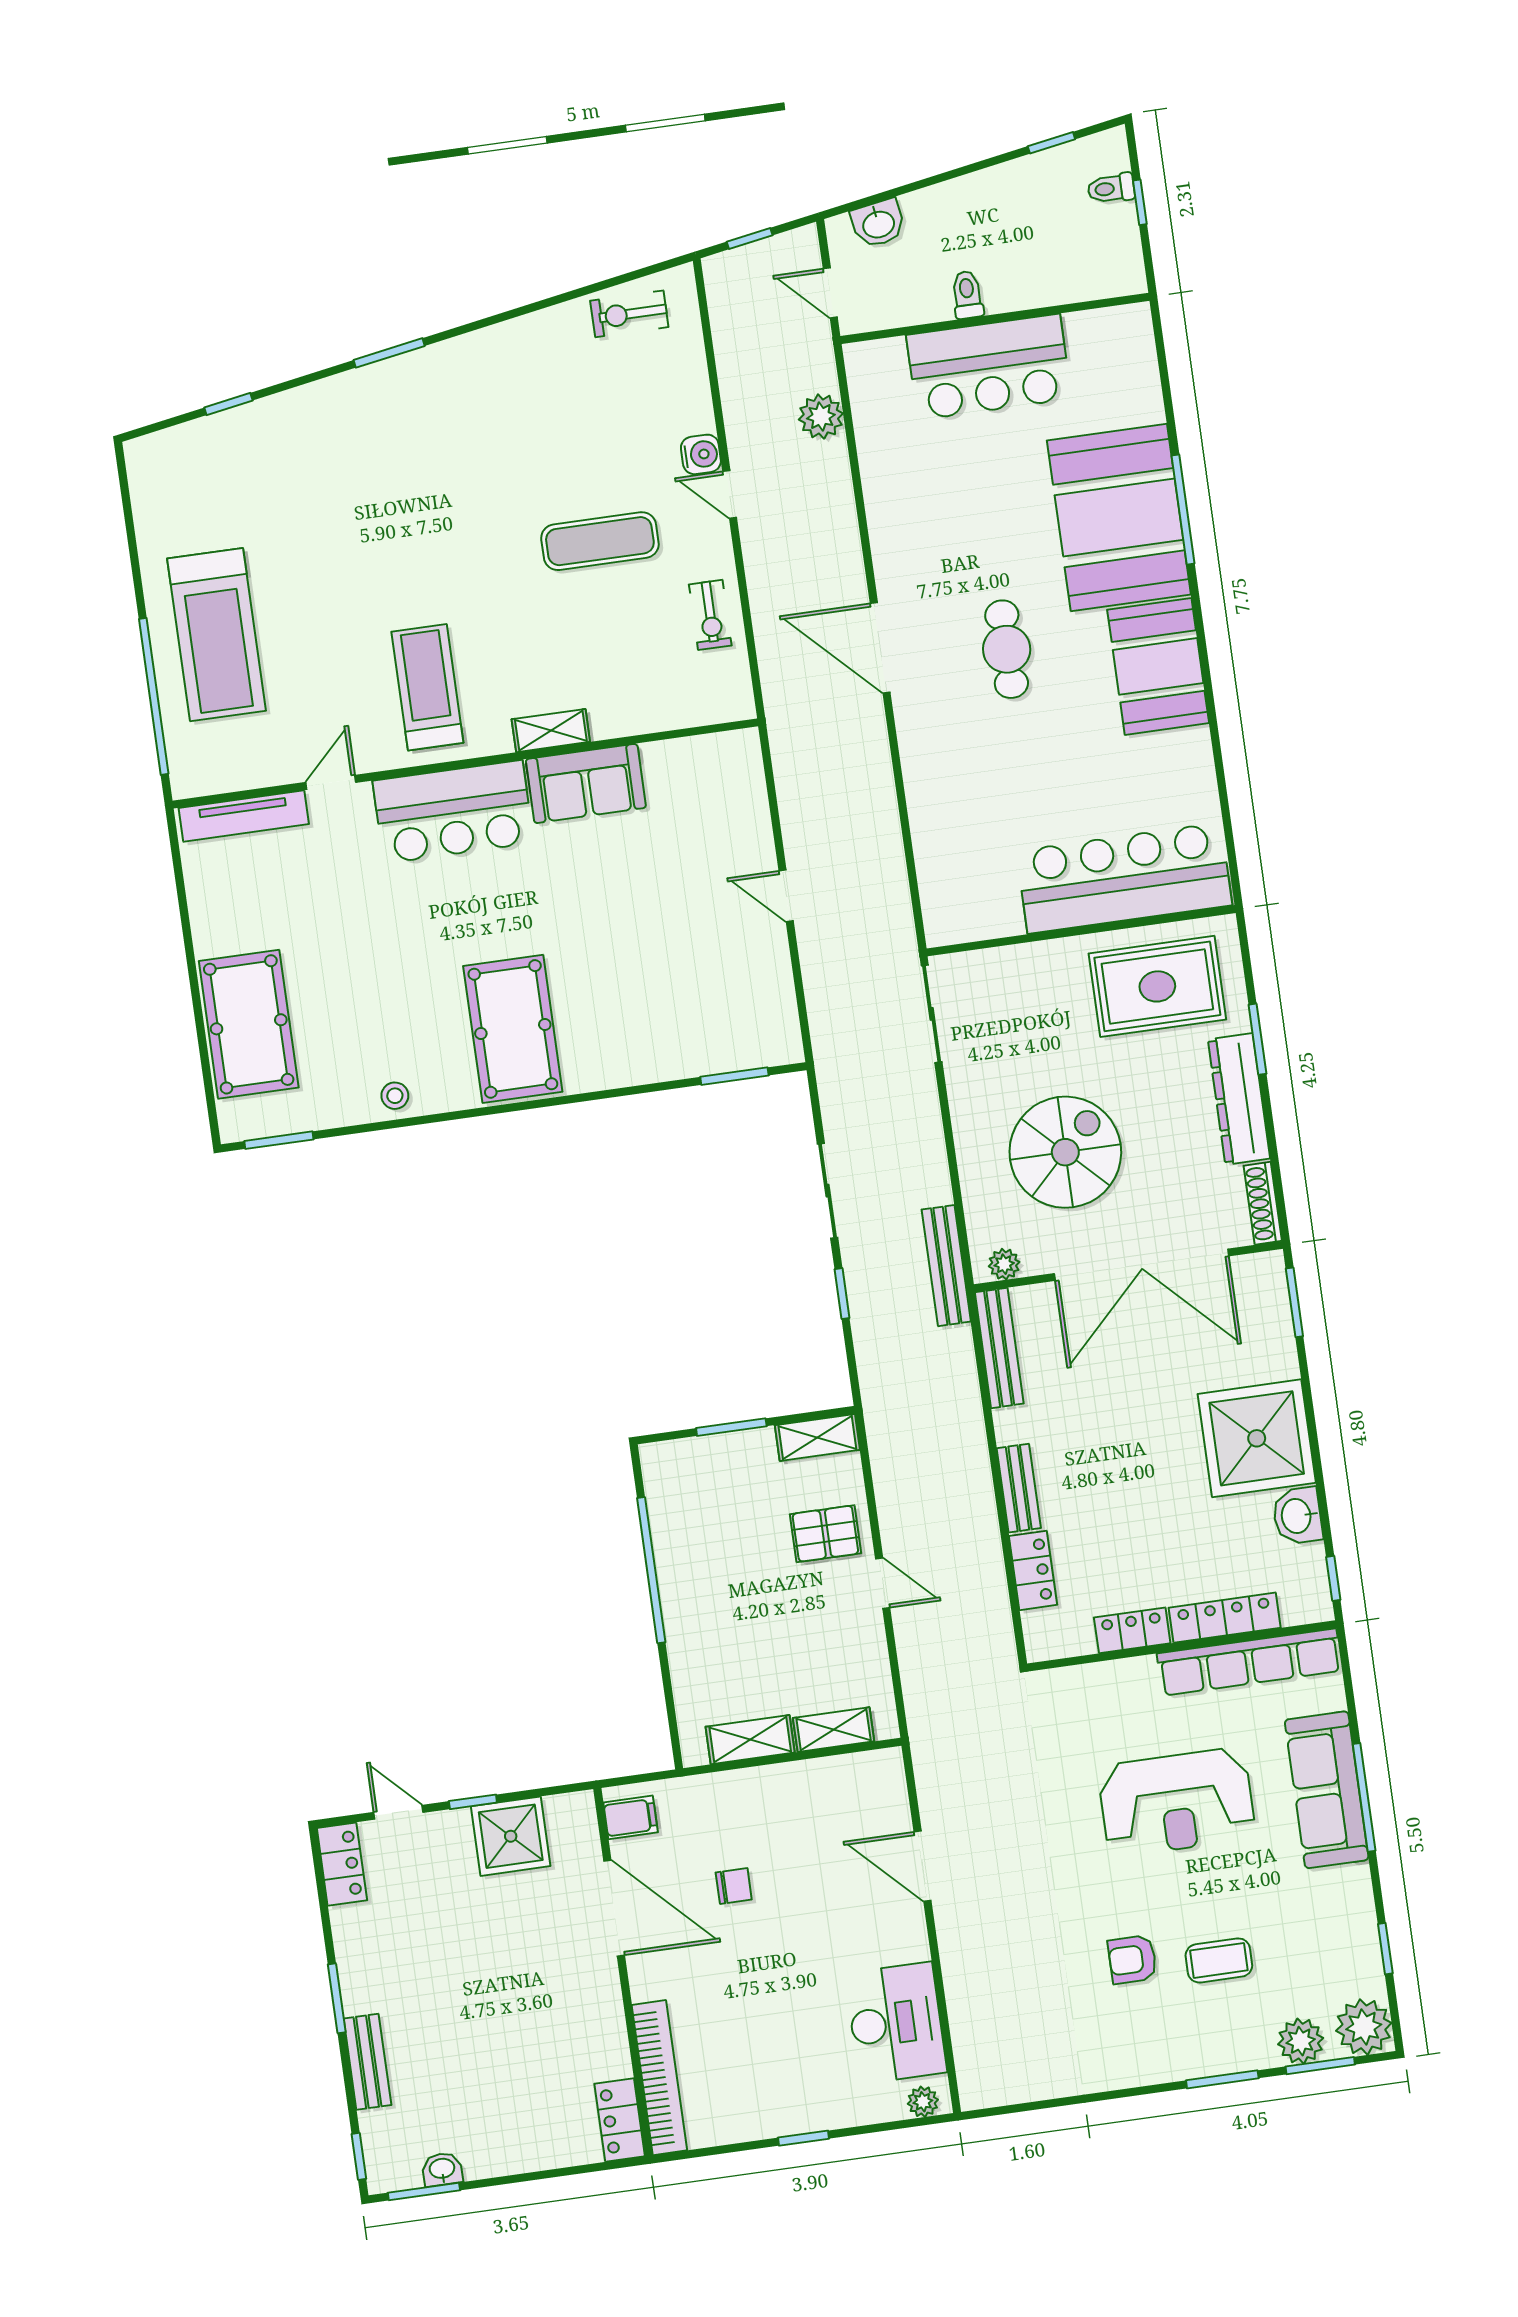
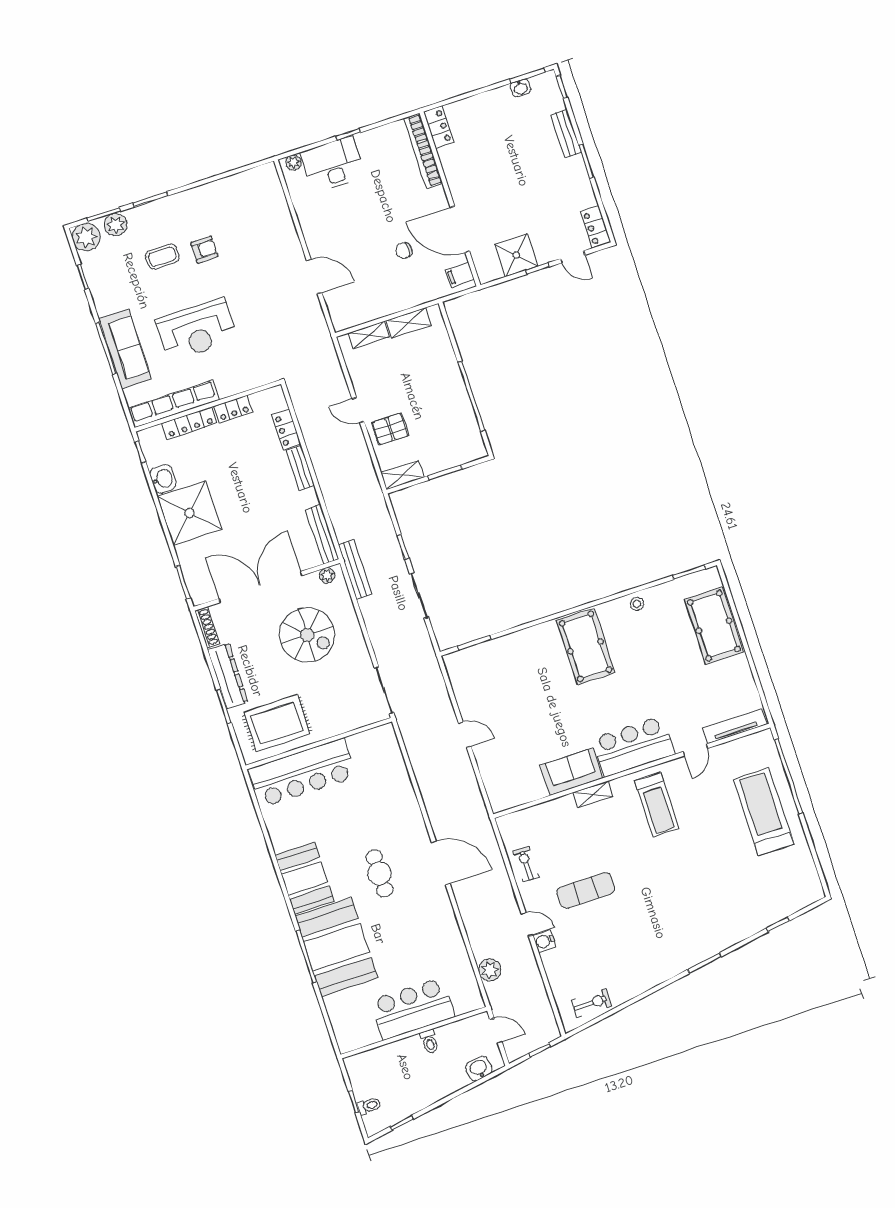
spiral stairs: (1065, 1152) -> (307, 635), turned -90
reception desk: (1177, 1802) -> (197, 330), turned 180
desk: (896, 2023) -> (333, 164), moved, turned 90

